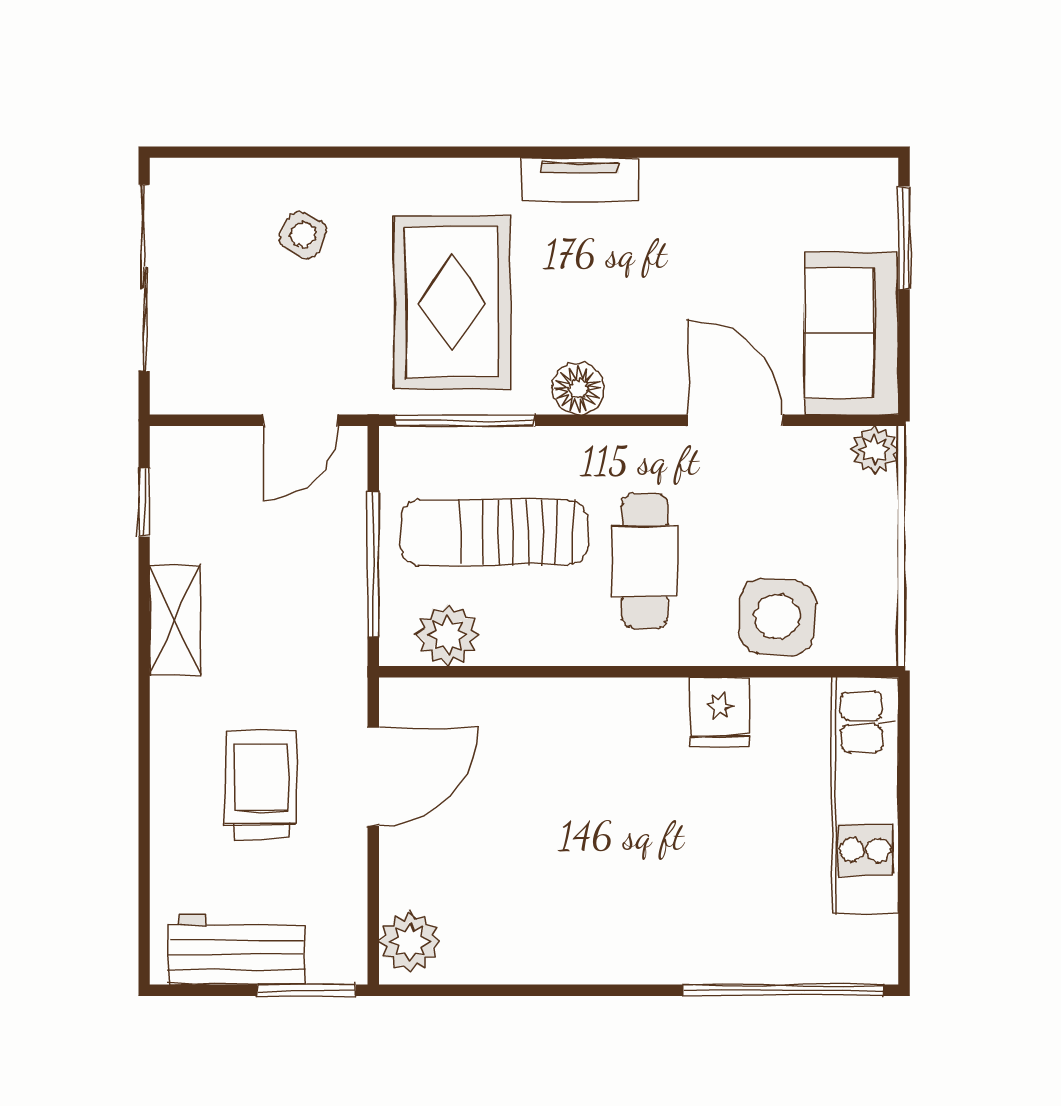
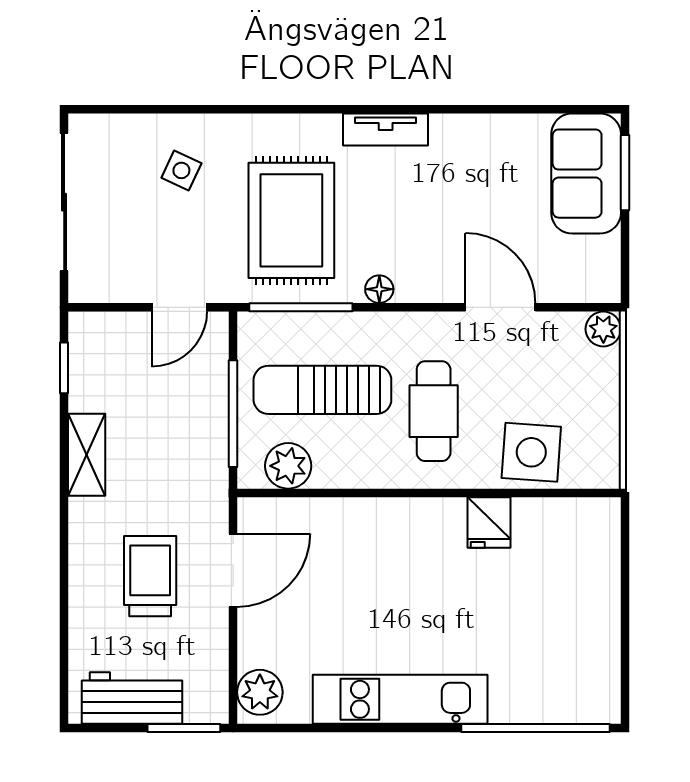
sofa: (851, 333) -> (586, 174), moved
floor lamp: (578, 389) -> (379, 289), width x0.73, depth x0.73
kitchen unit: (865, 796) -> (400, 699), moved, turned 90

